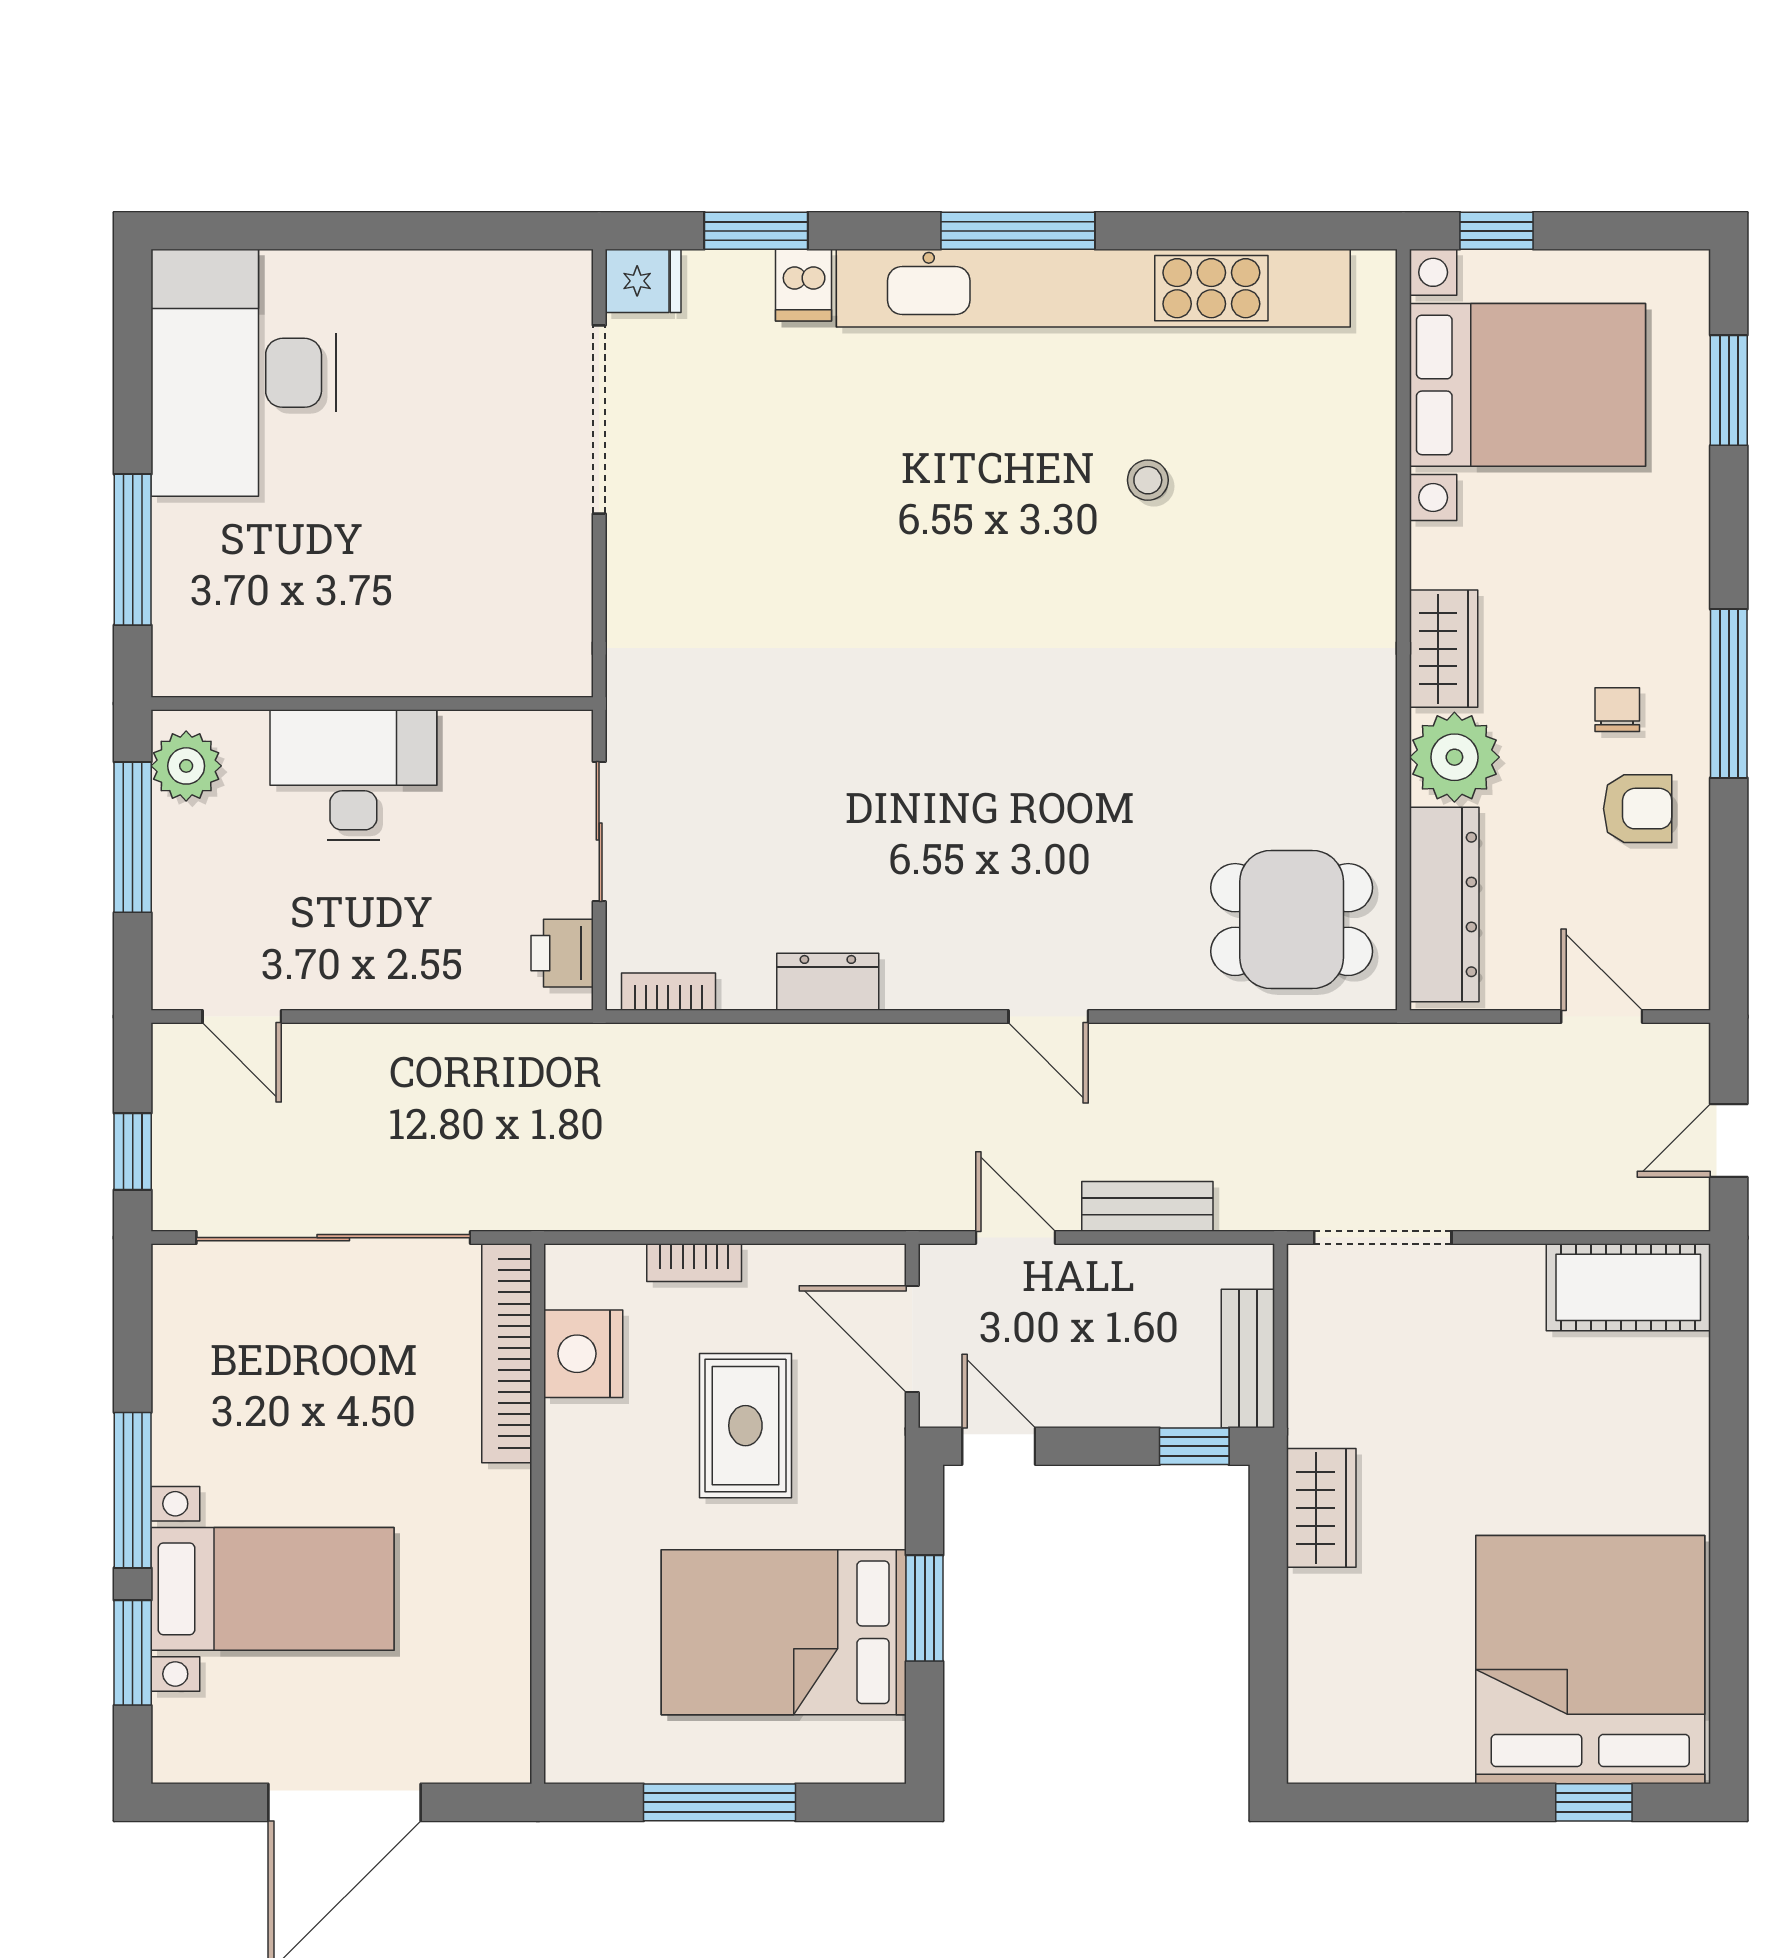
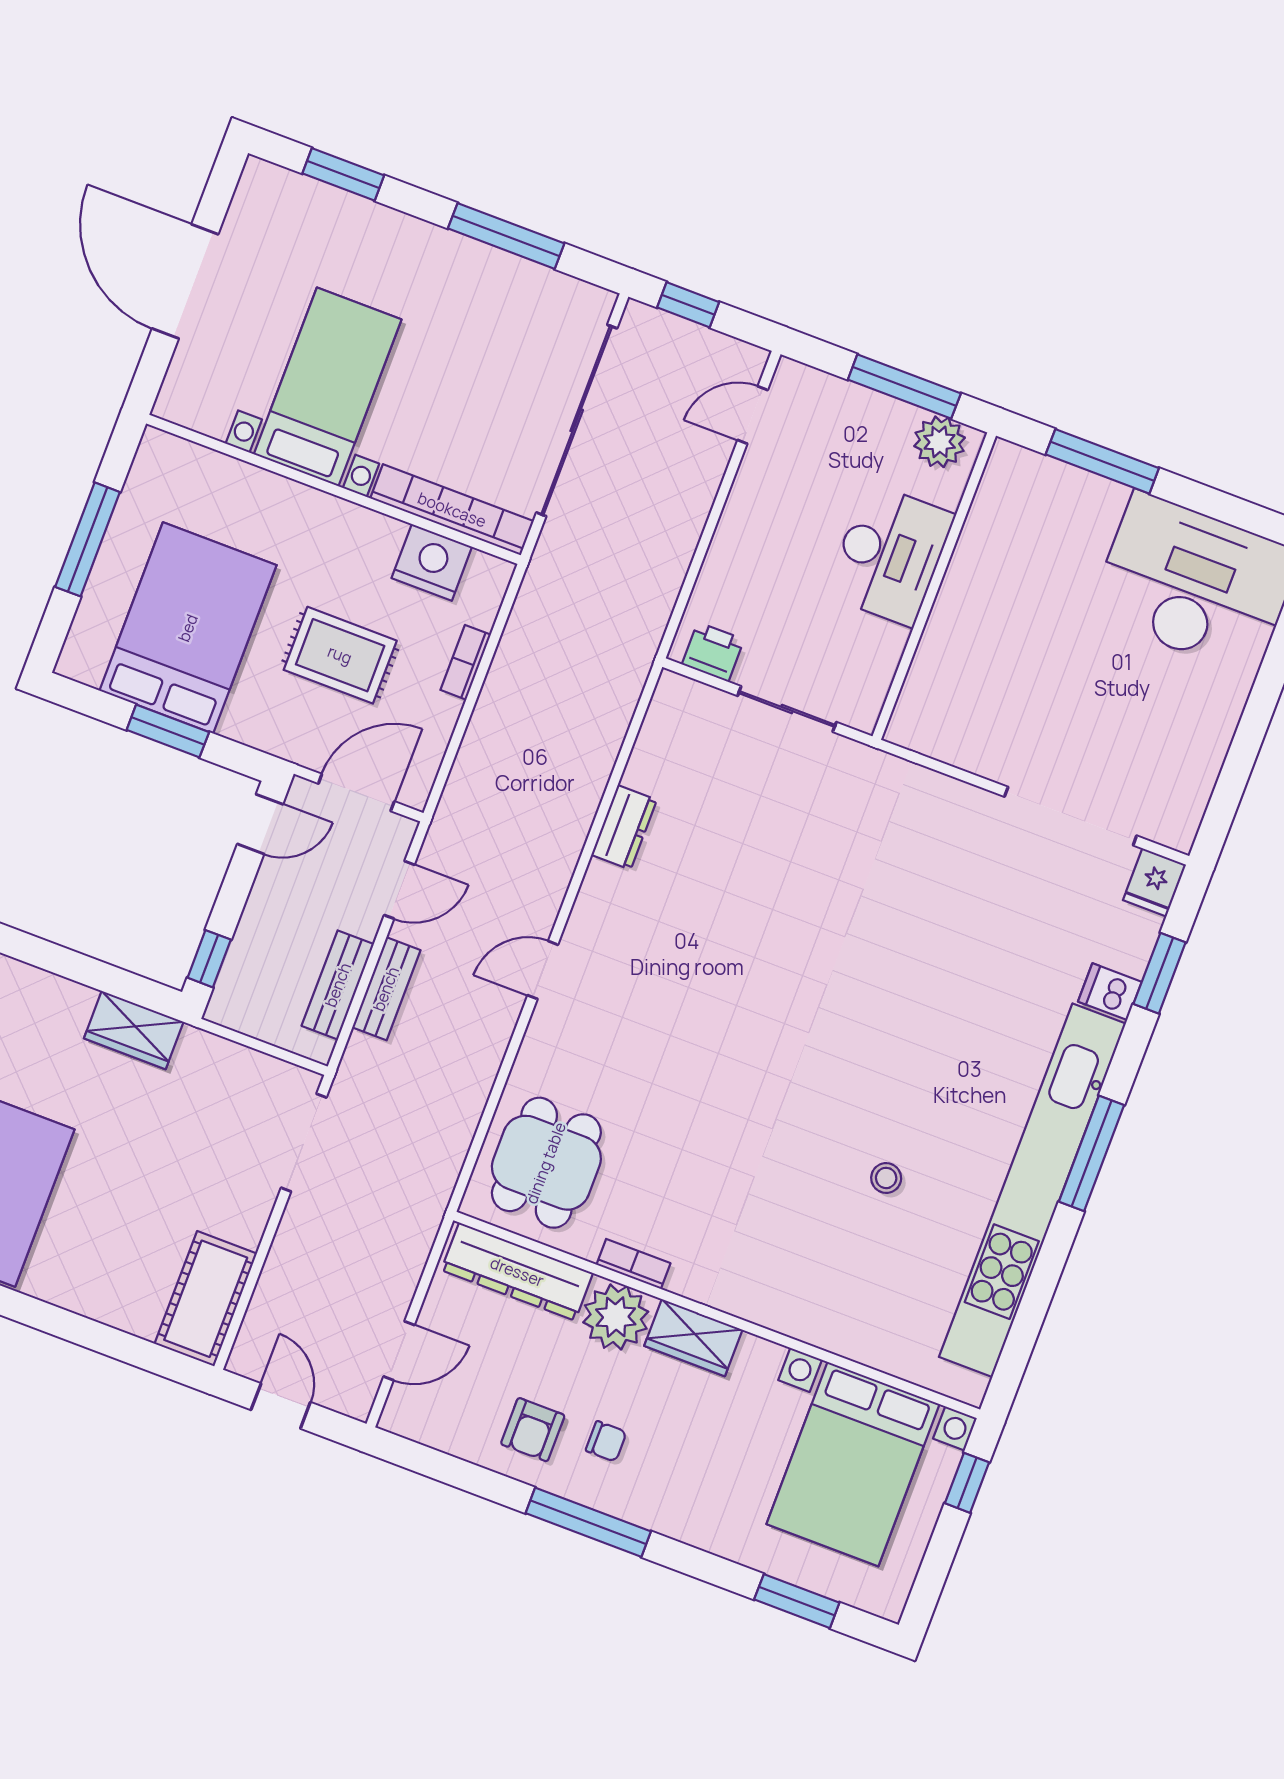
bookcase: (668, 992) -> (633, 1264), moved, turned -90
bench: (1248, 1359) -> (338, 985), moved, turned 90
window: (133, 1490) -> (506, 236), moved
bed with nightstands: (272, 1589) -> (328, 387), moved, turned 180

